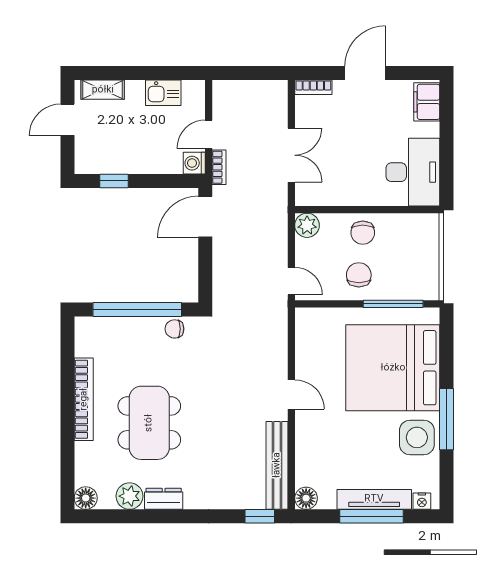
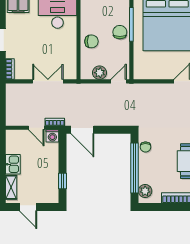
kitchen sink: (163, 93) -> (13, 164), moved
plant: (307, 225) -> (99, 73), moved
chair: (359, 275) -> (120, 32), moved, turned 90
plant: (96, 328) -> (145, 191), added

